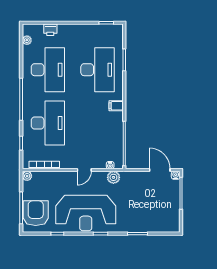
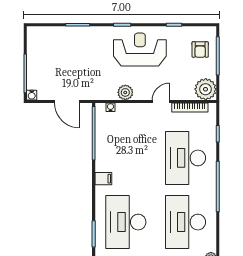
door: (84, 170) -> (161, 101), moved
door: (160, 170) -> (67, 101), moved
plant: (27, 176) -> (206, 89), width x1.87, depth x1.87
plant: (113, 177) -> (125, 92), moved
armchair: (36, 213) -> (200, 49), width x0.53, depth x0.53
reception desk: (86, 213) -> (140, 49), width x0.74, depth x0.77

